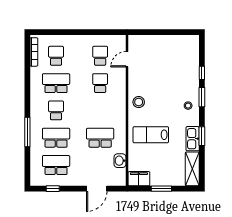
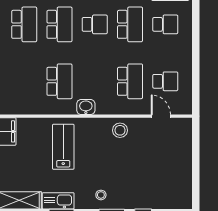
school desk: (100, 83) -> (130, 81), width x1.85
stool: (139, 102) -> (120, 130), moved
washbasin: (120, 161) -> (86, 107), moved

